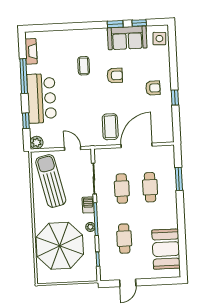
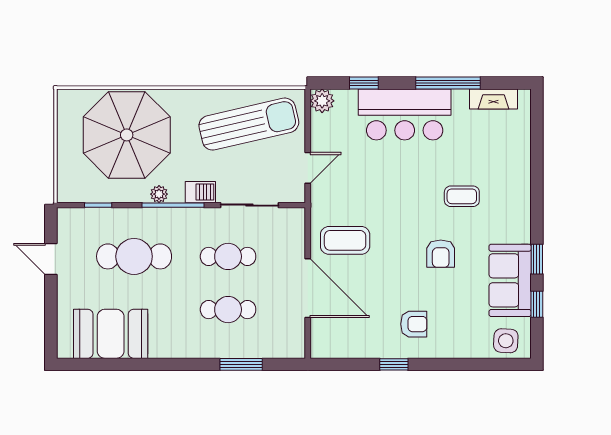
armchair: (153, 88) -> (414, 324), turned -90
cafe table: (124, 239) -> (134, 256), width x1.37, depth x1.35

